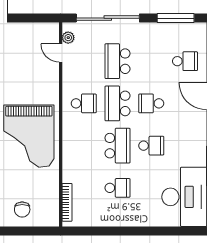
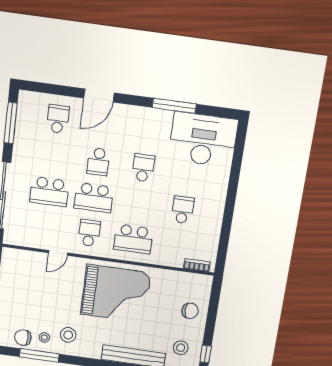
plant: (68, 38) -> (19, 240), removed
door: (61, 53) -> (58, 253), moved
school desk: (117, 146) -> (133, 239), moved, turned 180
bookcase: (67, 202) -> (197, 265), width x0.64

